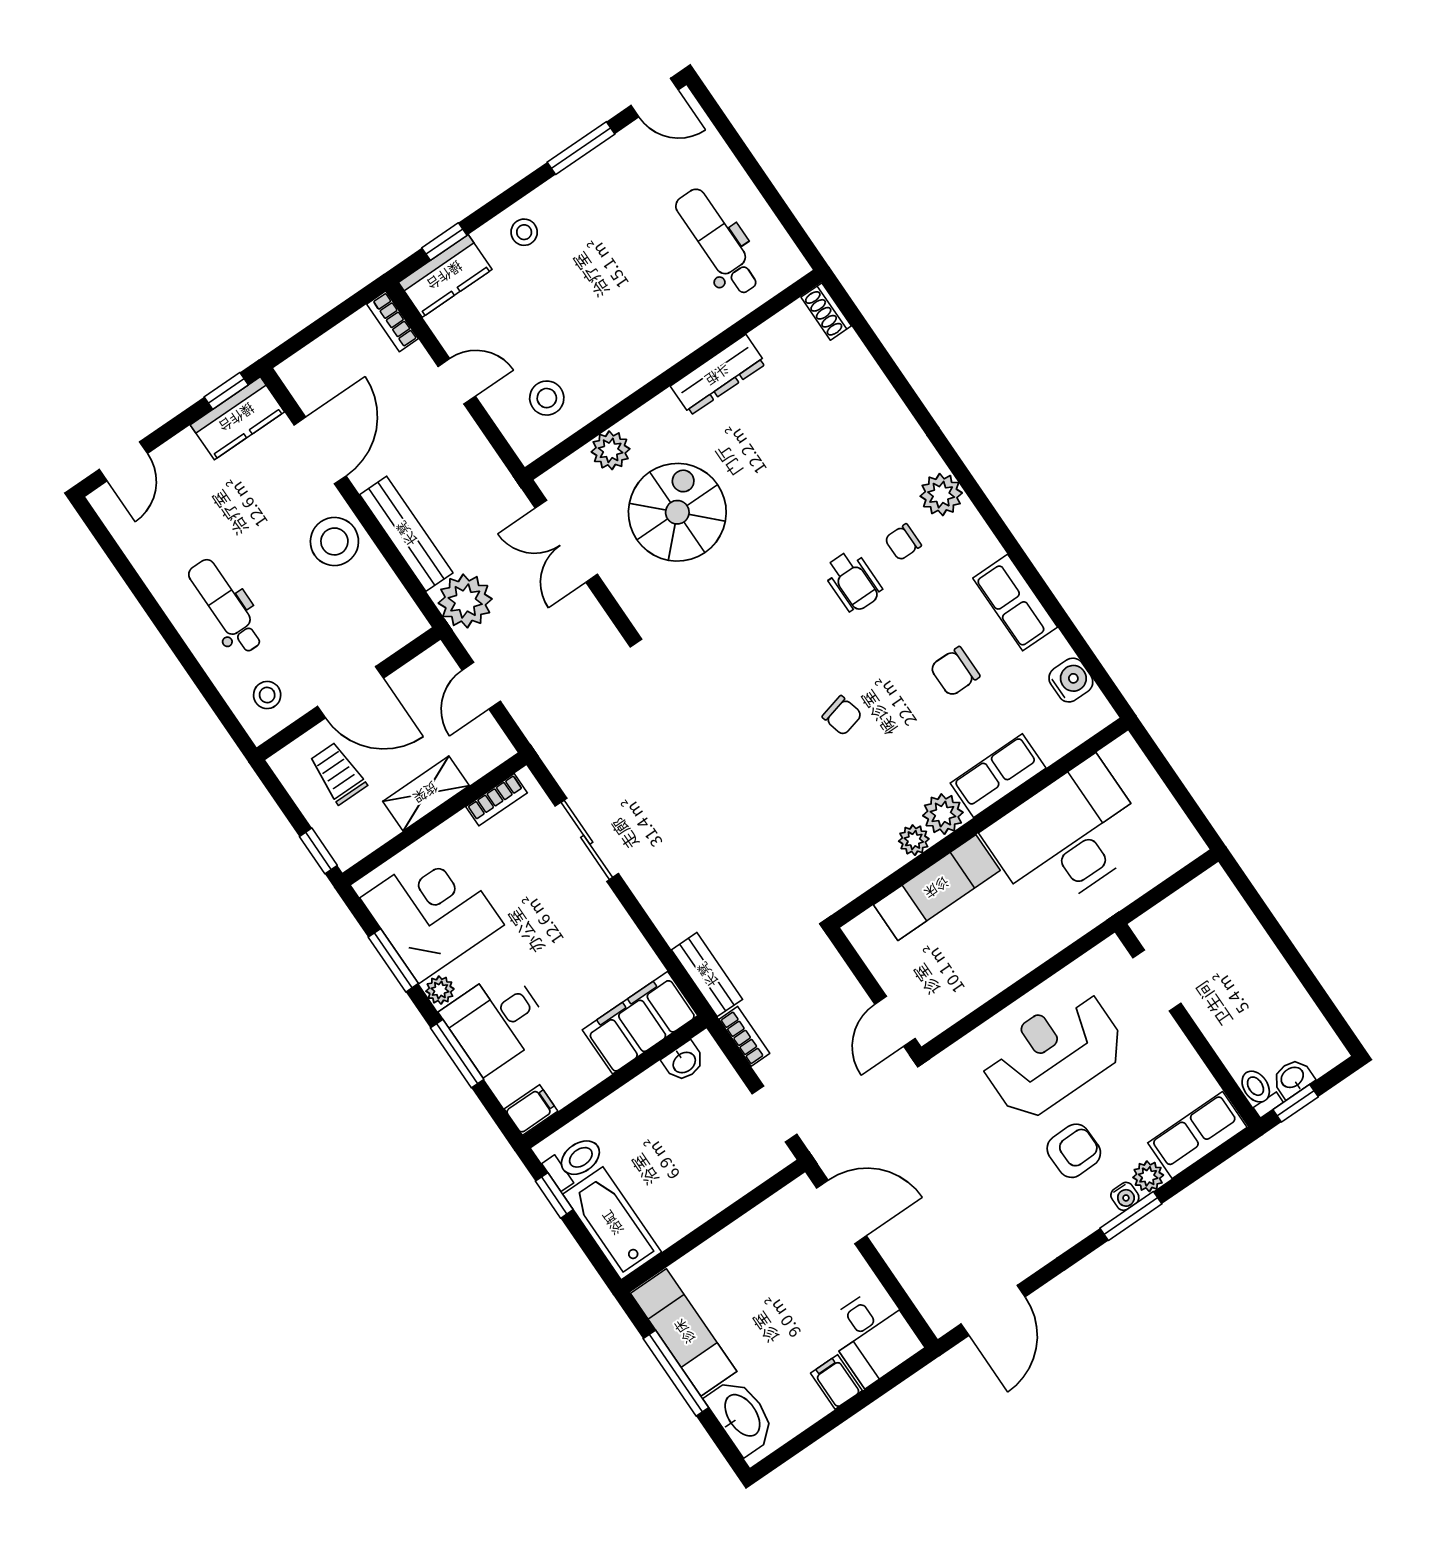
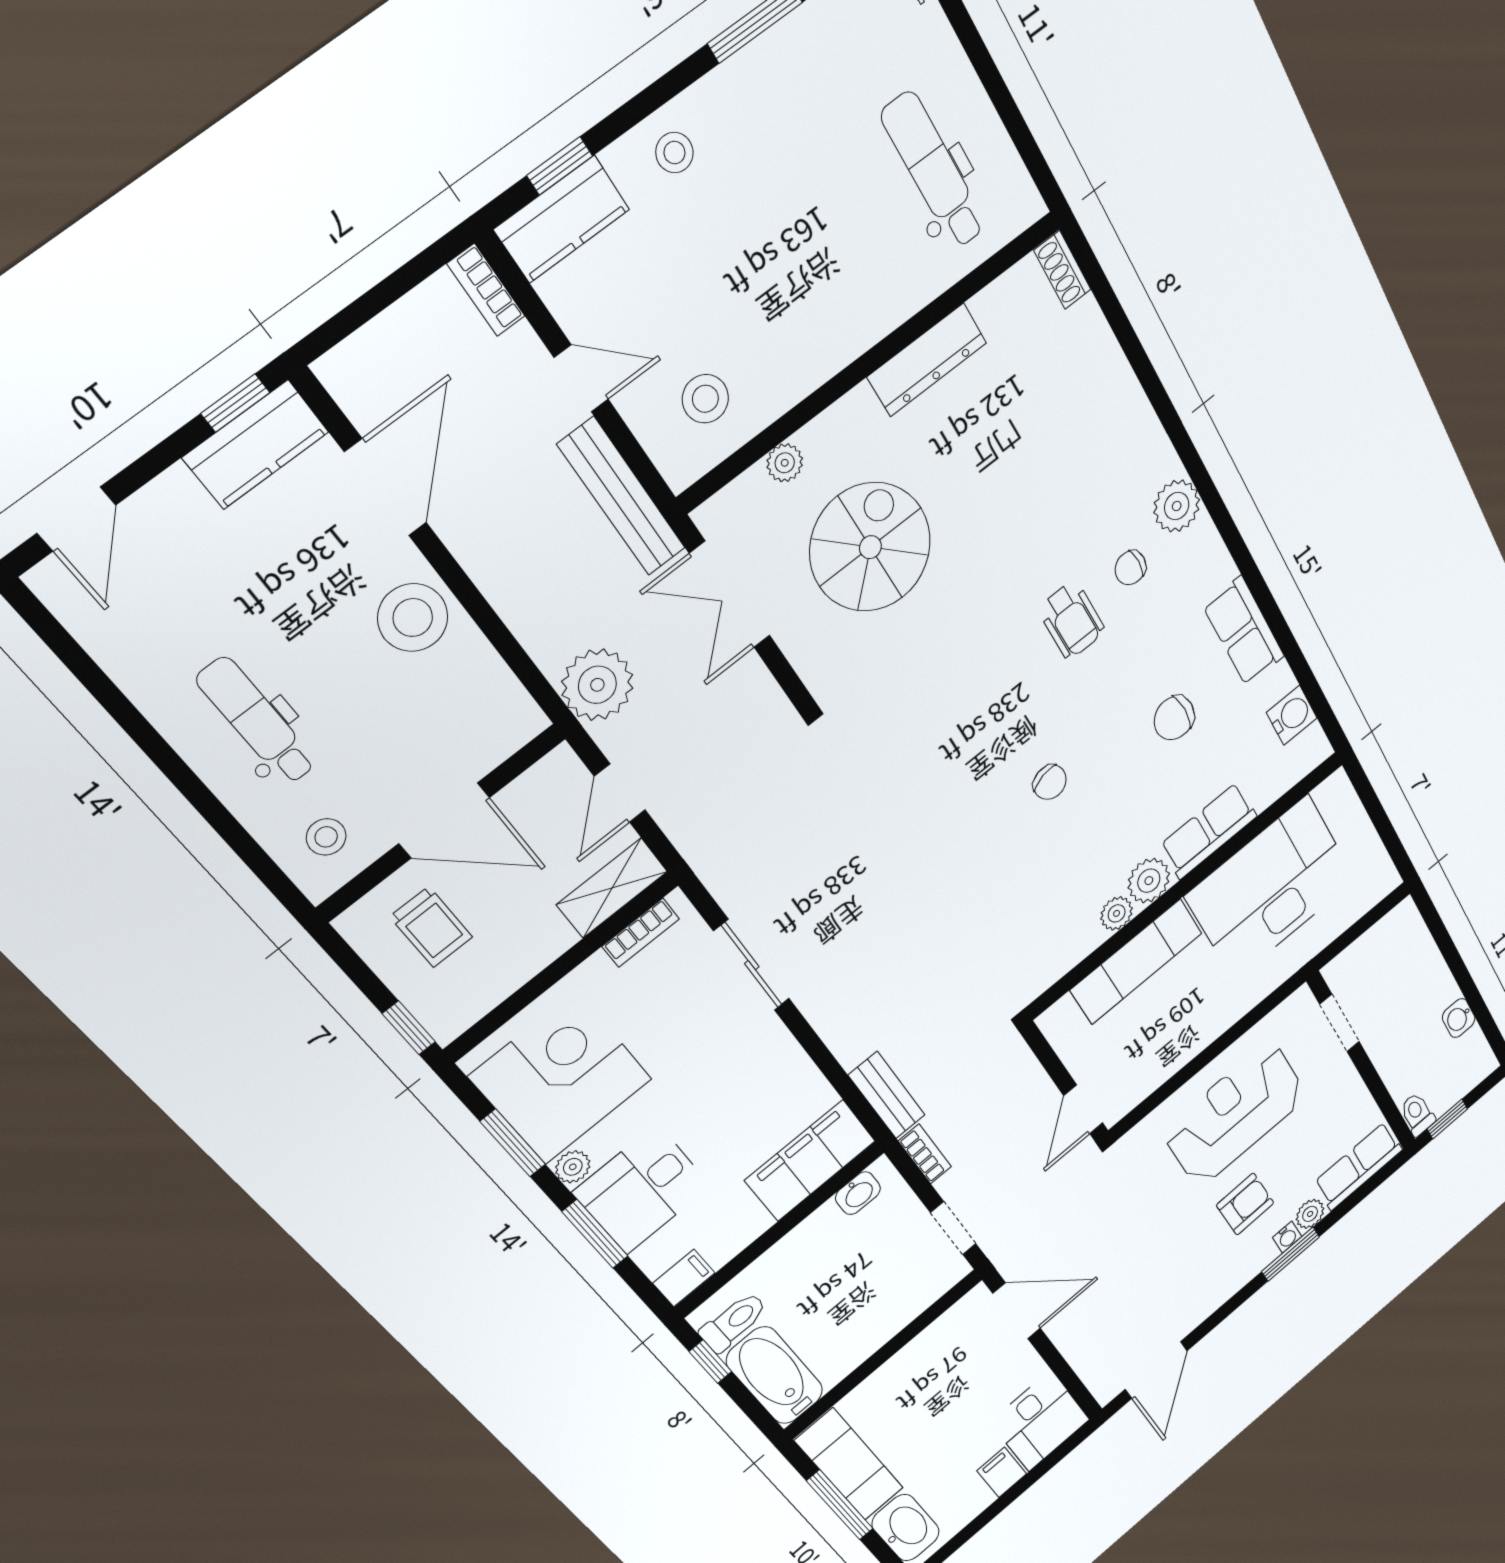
plant: (611, 450) -> (785, 463), width x0.73, depth x0.73
bench: (406, 534) -> (622, 497), moved
trolley: (338, 773) -> (431, 927), turned 180
shelving: (426, 793) -> (612, 888), moved
washbasin: (1293, 1078) -> (1459, 1018), moved, turned -90

